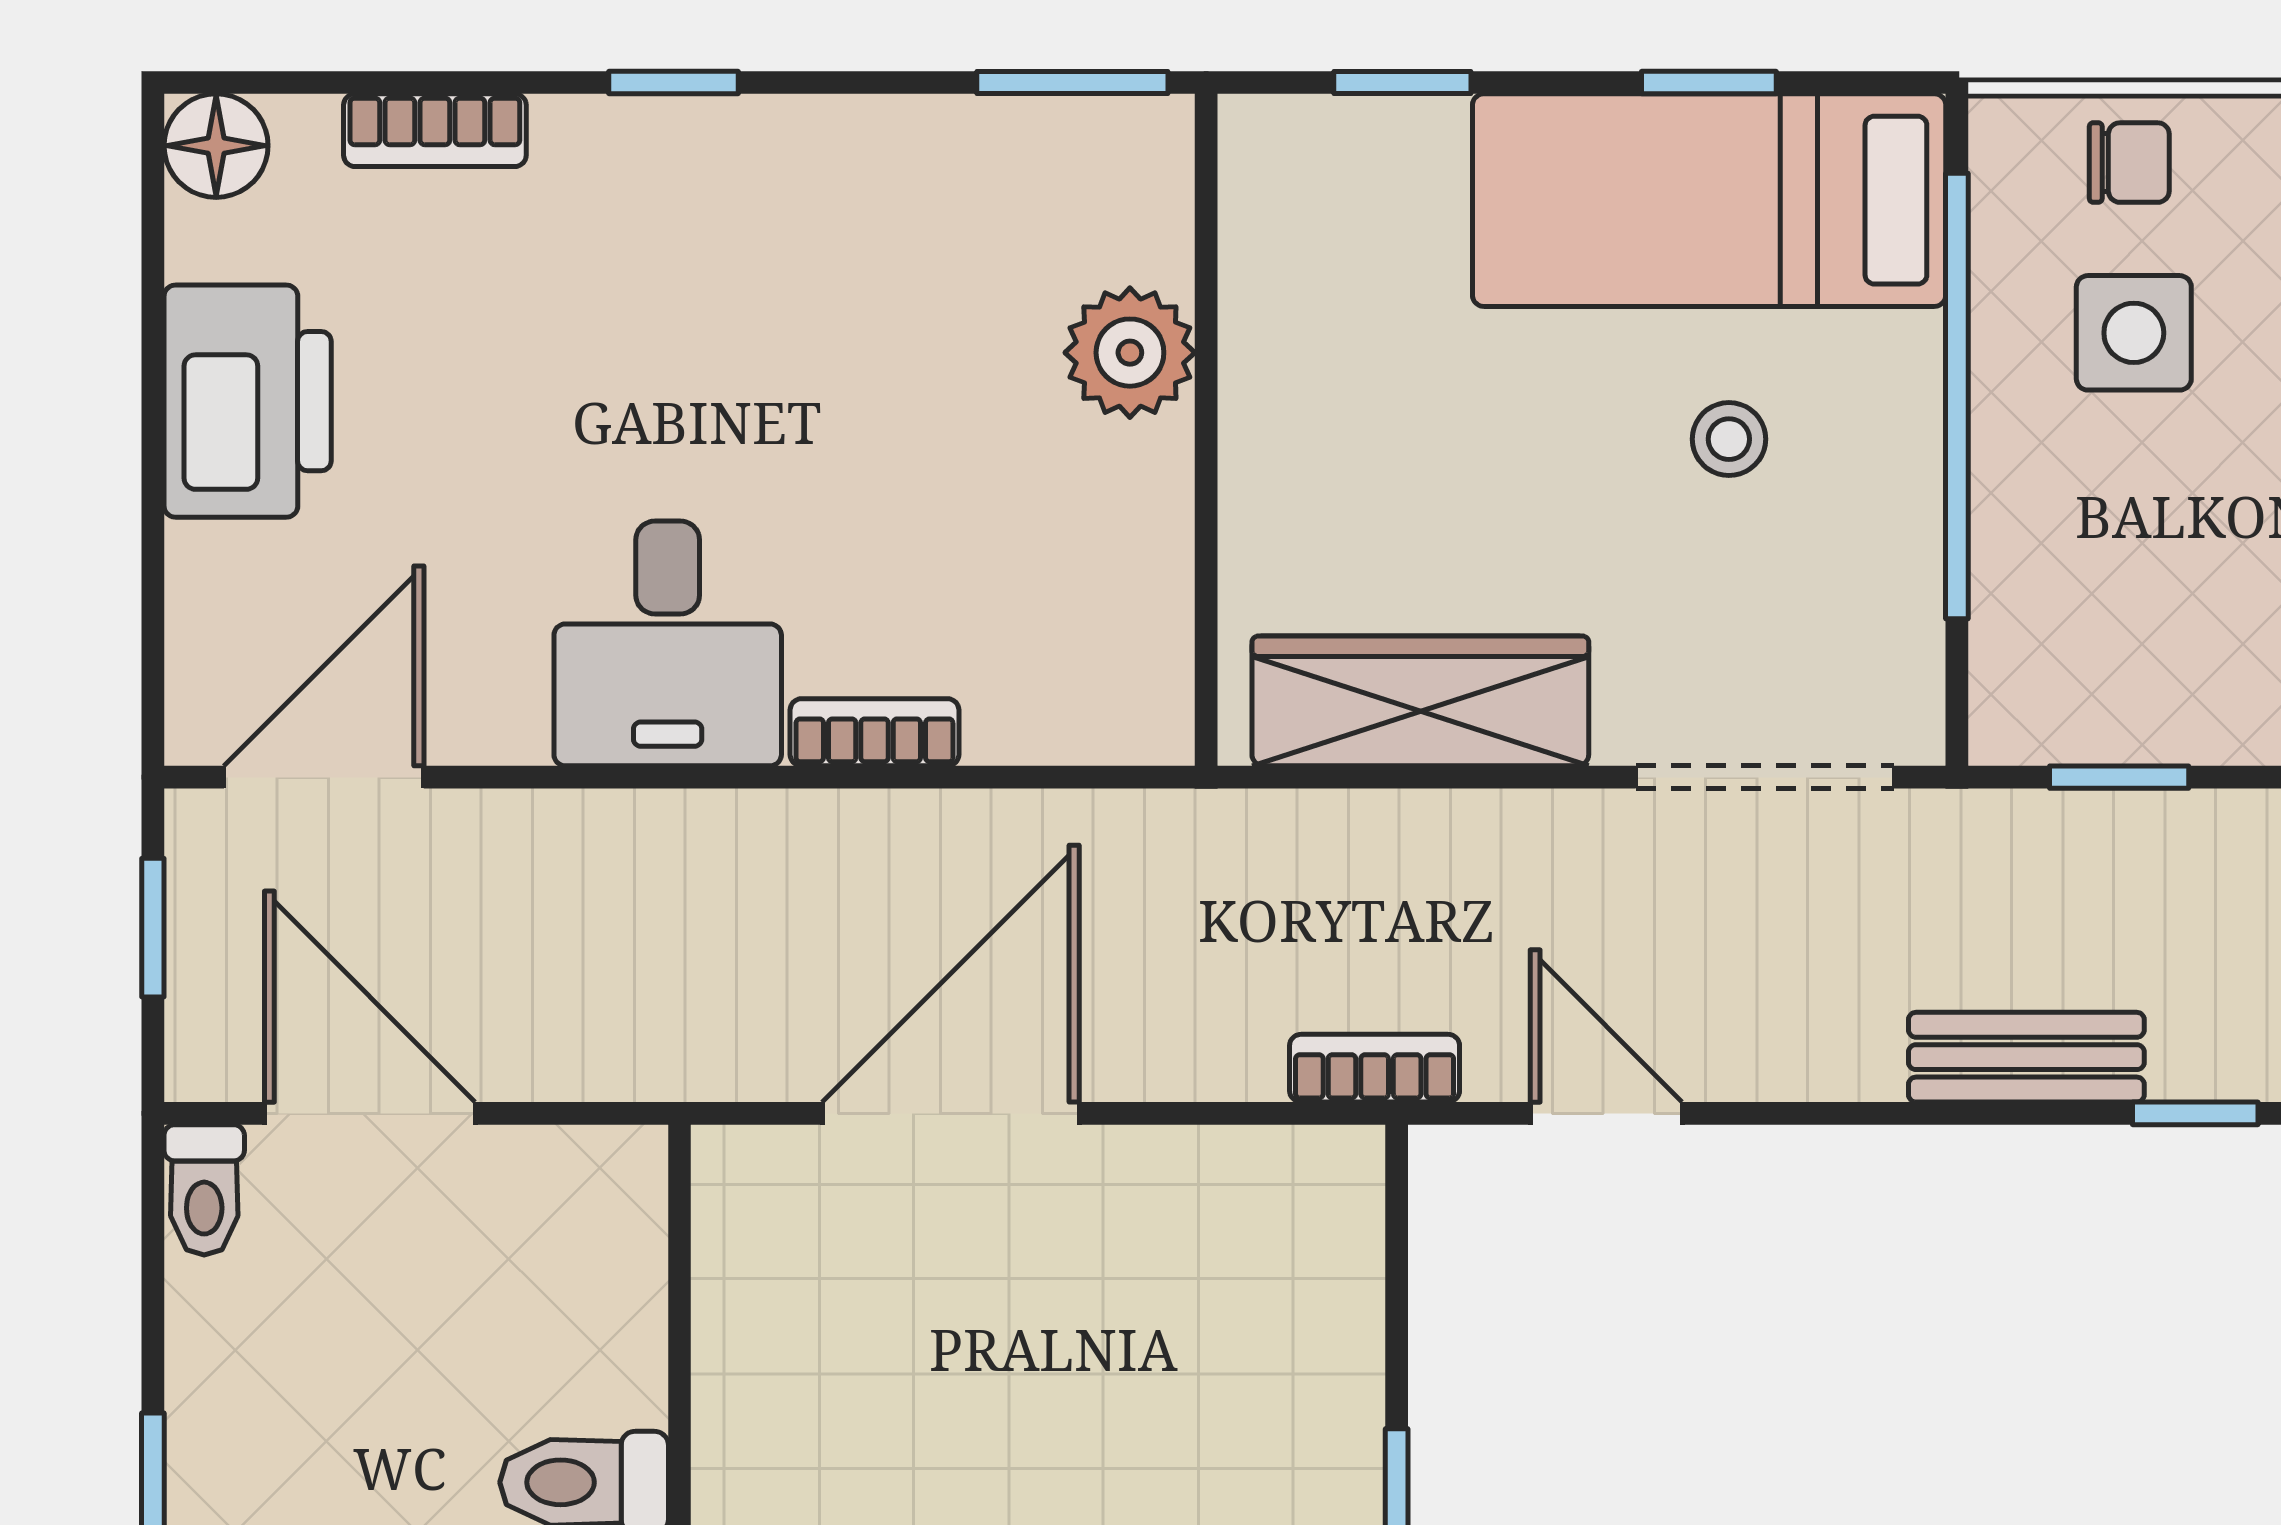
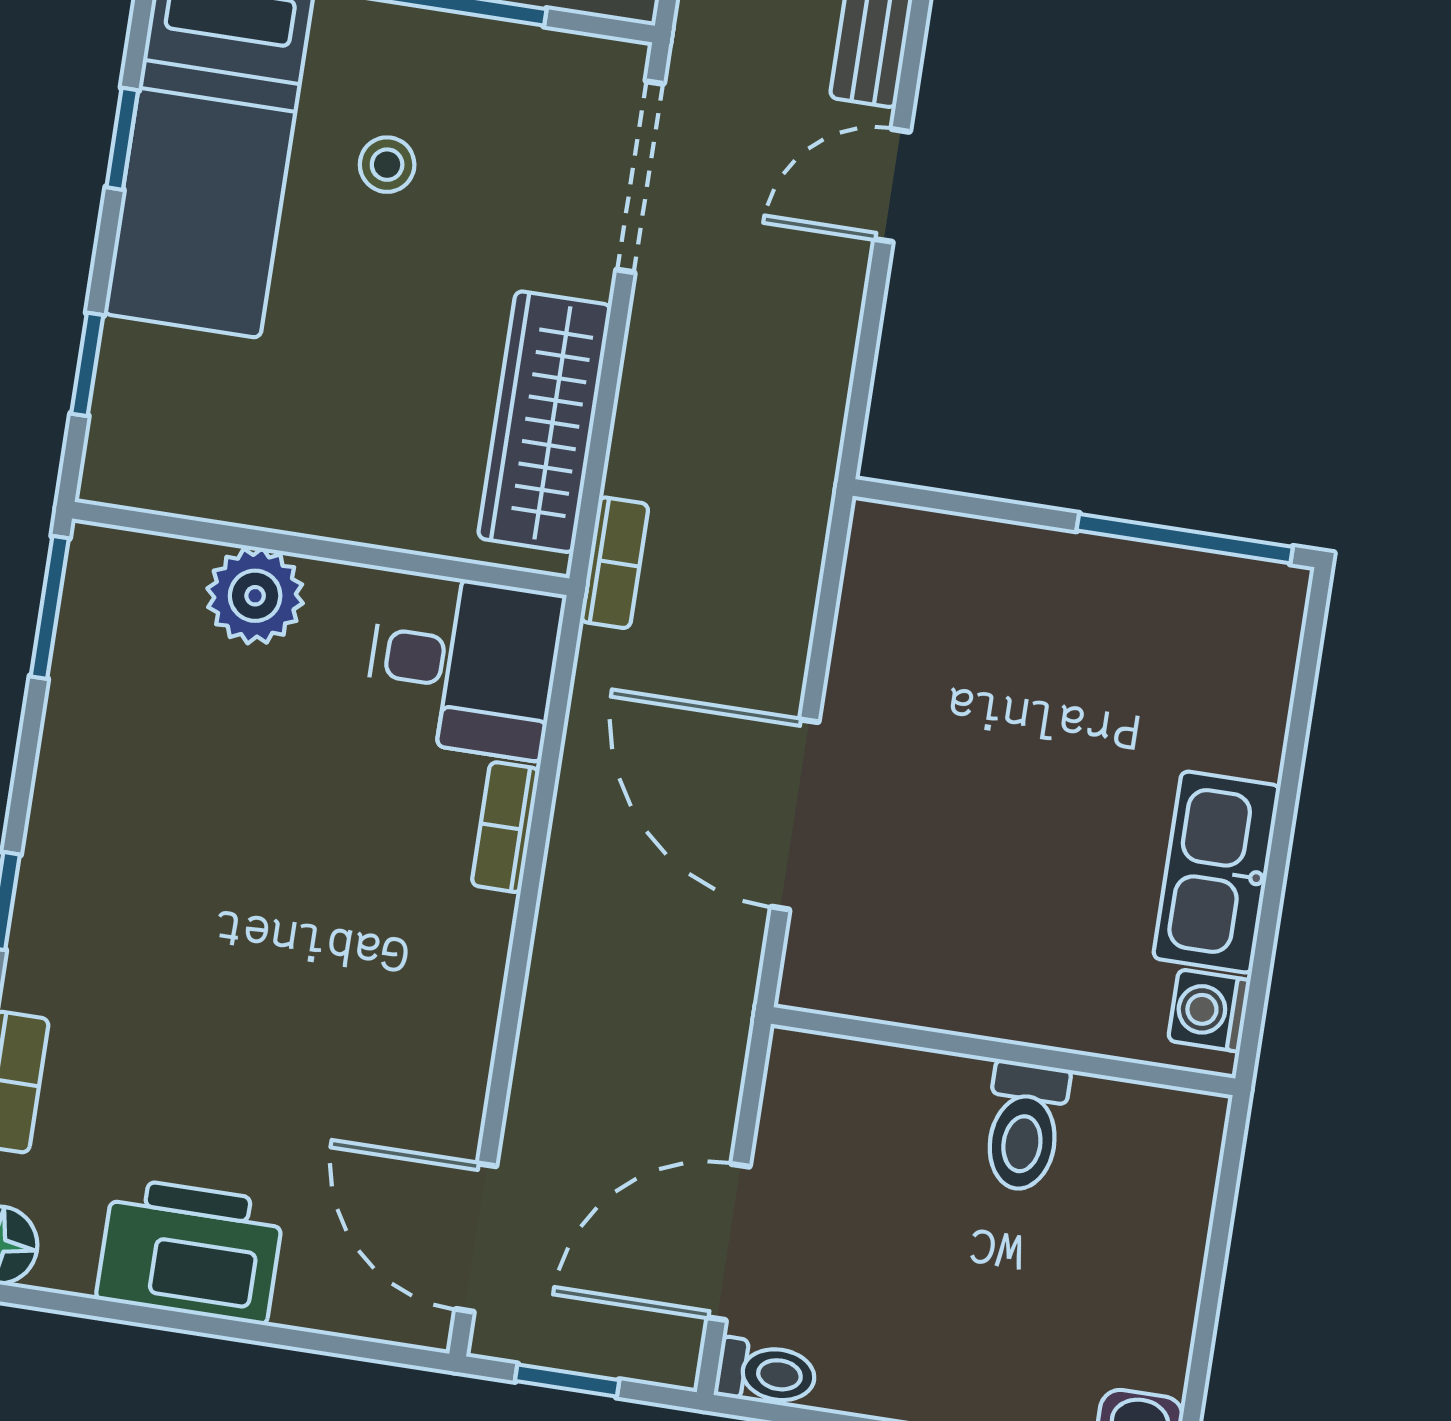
desk: (668, 643) -> (464, 665), moved
bookcase: (1375, 1068) -> (614, 563), moved, turned 180
door: (1606, 1113) -> (892, 185), moved

